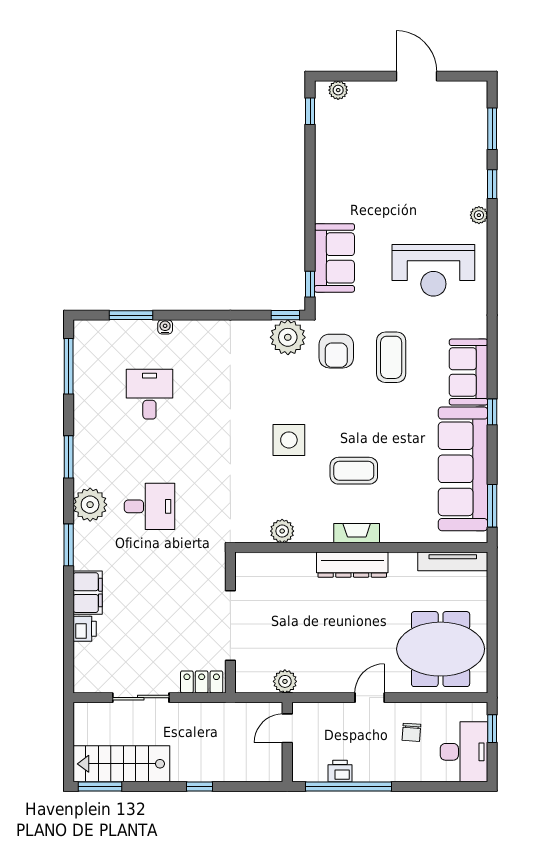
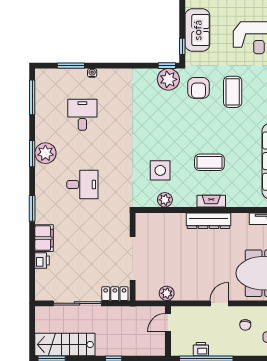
side table: (289, 440) -> (160, 170), moved
plant: (90, 505) -> (45, 153), moved
sliding door: (141, 698) -> (77, 303), width x1.37

